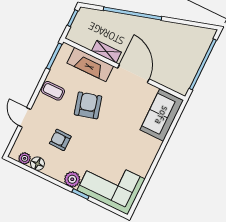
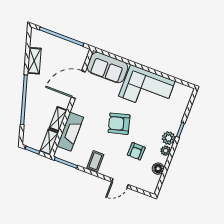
shelving: (177, 30) -> (34, 61), added
shelving: (80, 39) -> (49, 142), added
door: (133, 74) -> (78, 85), moved
armchair: (88, 105) -> (119, 124), moved
plant: (25, 158) -> (166, 151), moved
corner sofa: (111, 185) -> (147, 89), moved, turned -90

